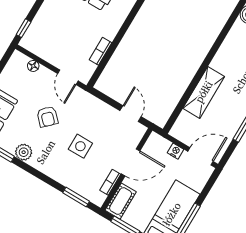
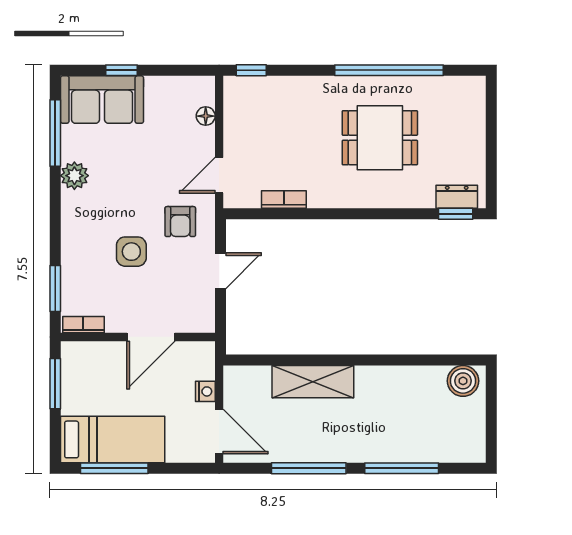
door: (131, 114) -> (220, 271), moved
armchair: (47, 117) -> (180, 222), moved, turned -46
door: (131, 162) -> (151, 337), hinge flipped
bookcase: (110, 182) -> (83, 325), moved
cot: (121, 201) -> (87, 356), removed

